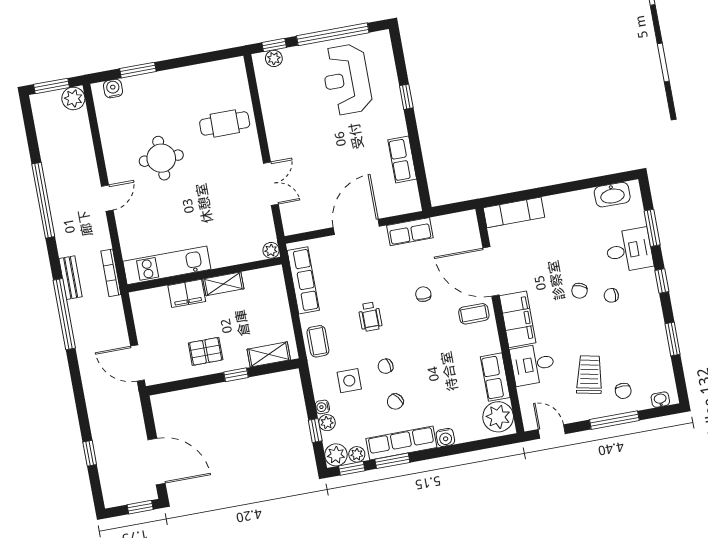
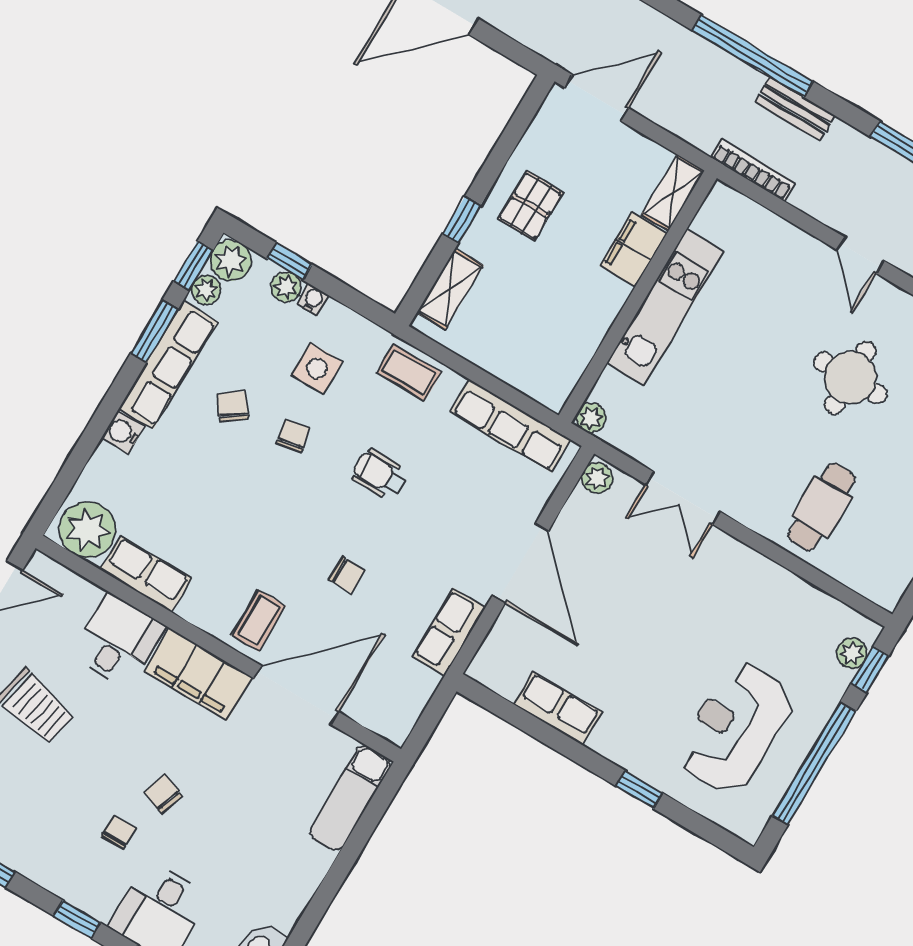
reception desk: (347, 80) -> (735, 728), turned -90
plant: (294, 226) -> (597, 478), added
kitchen unit: (167, 265) -> (665, 307), moved
shelving: (223, 284) -> (673, 193), moved

